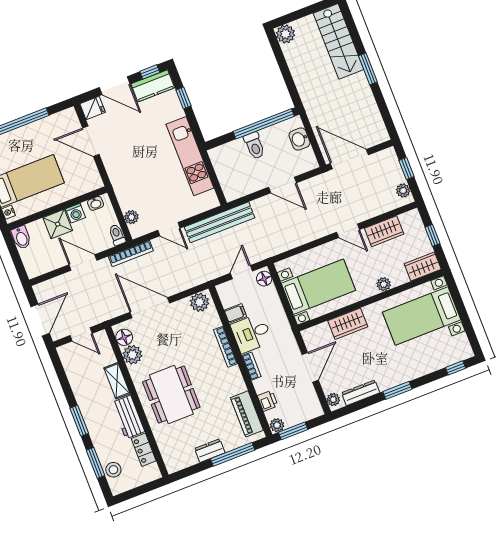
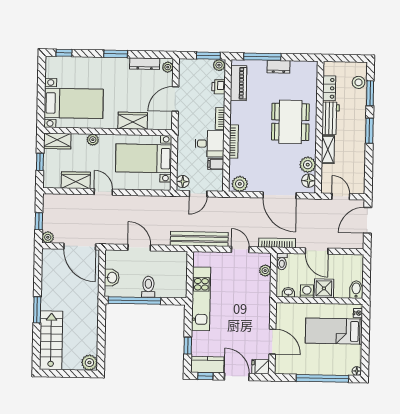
plant: (403, 191) -> (48, 237), moved

